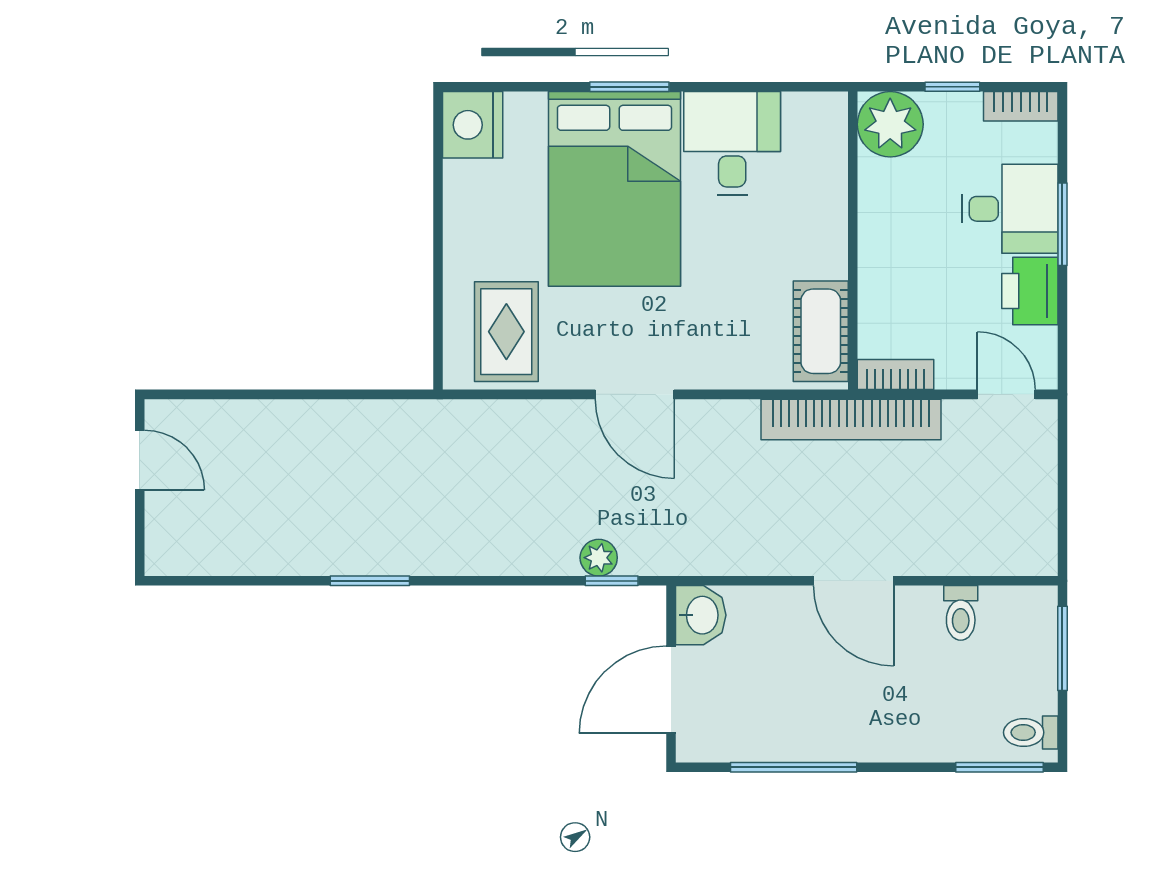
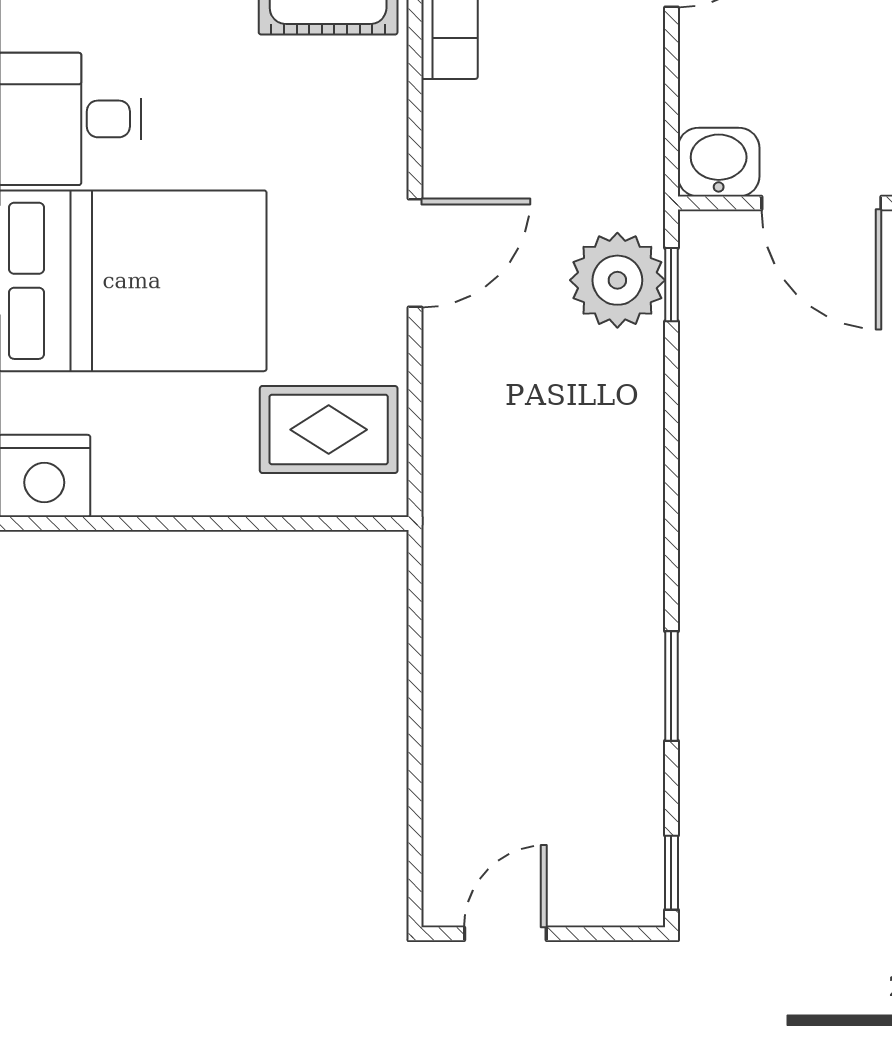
plant: (599, 558) -> (617, 280), width x1.87, depth x1.87
window: (184, 581) -> (671, 873), added
window: (370, 581) -> (671, 686), moved

